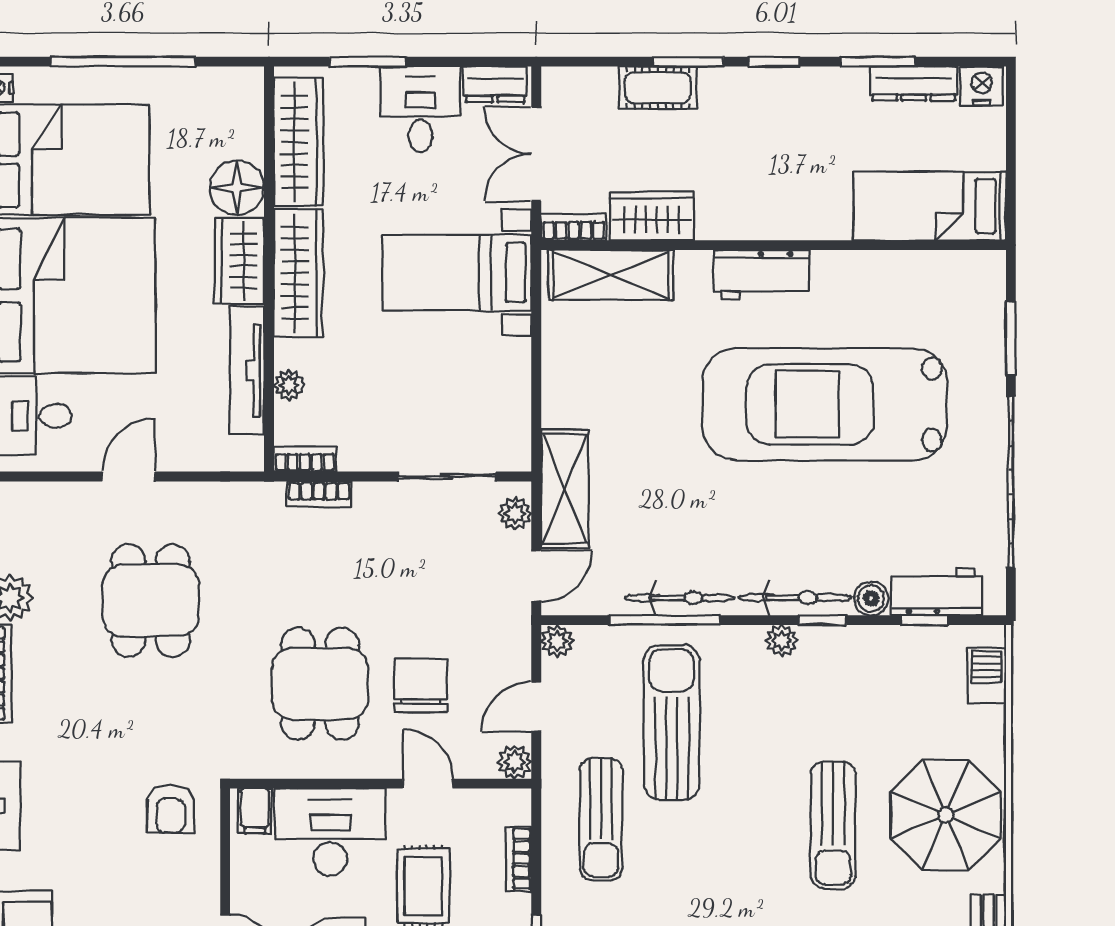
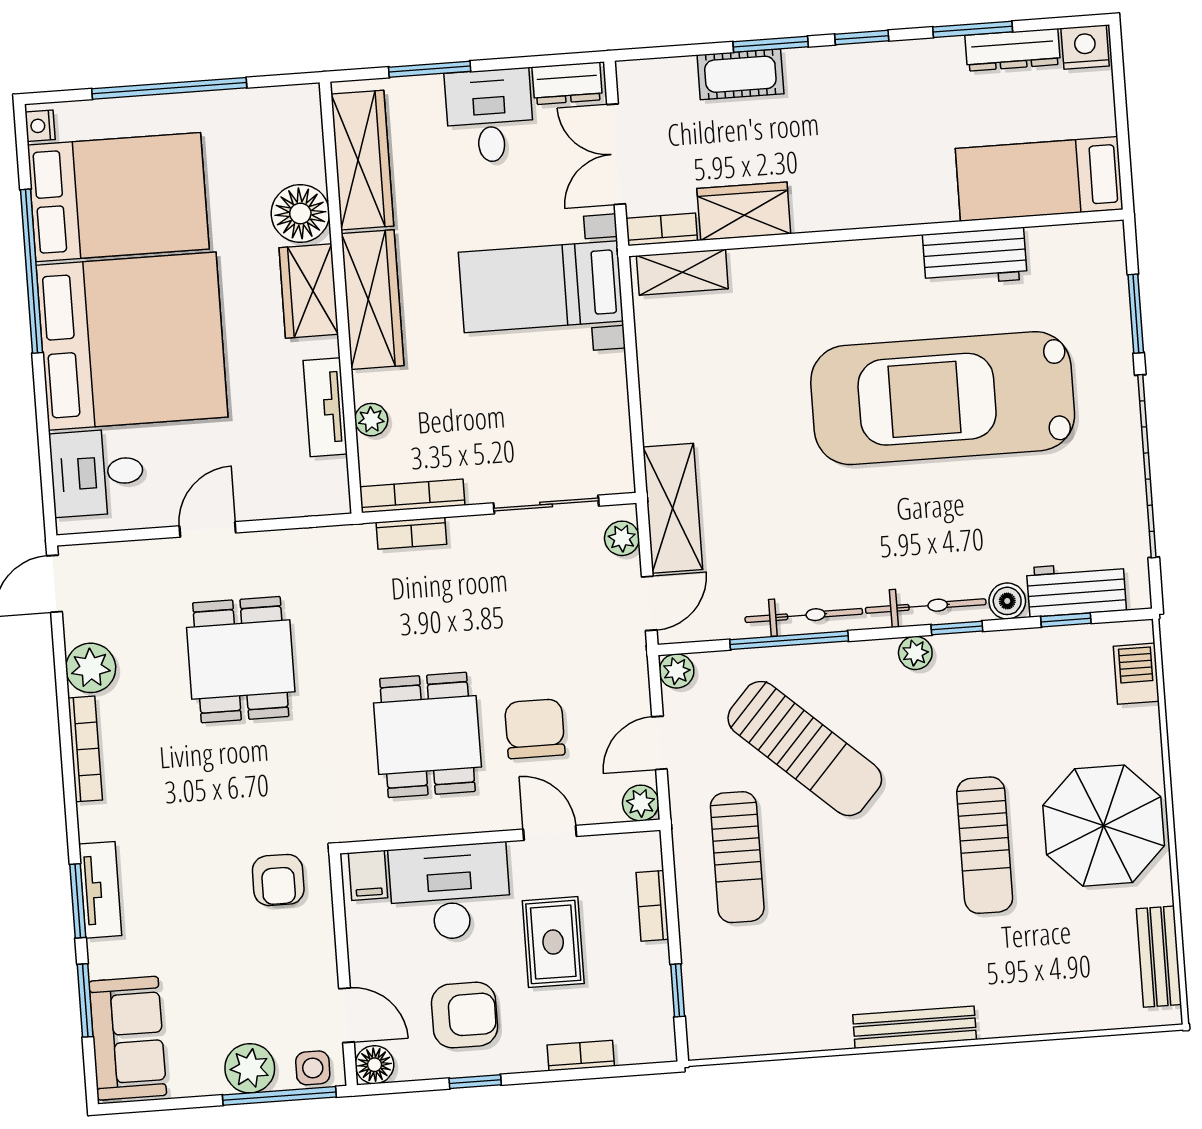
shelving: (611, 275) -> (682, 272), width x0.67, depth x0.75
workbench: (761, 275) -> (975, 257), moved
tv unit: (247, 371) -> (325, 407), width x0.71
bookcase: (305, 459) -> (412, 496), width x1.56
sun lounger: (672, 722) -> (805, 749), turned 132

